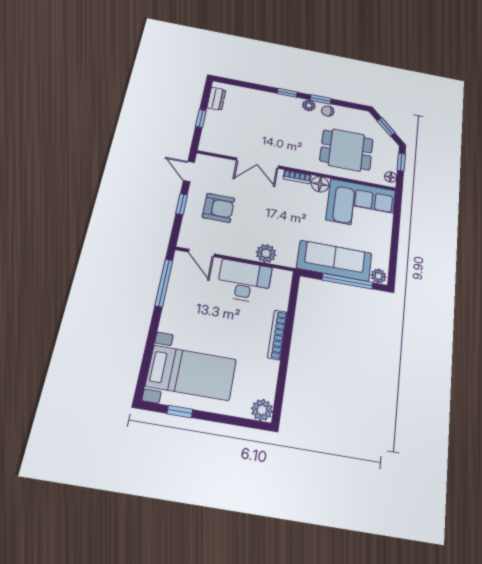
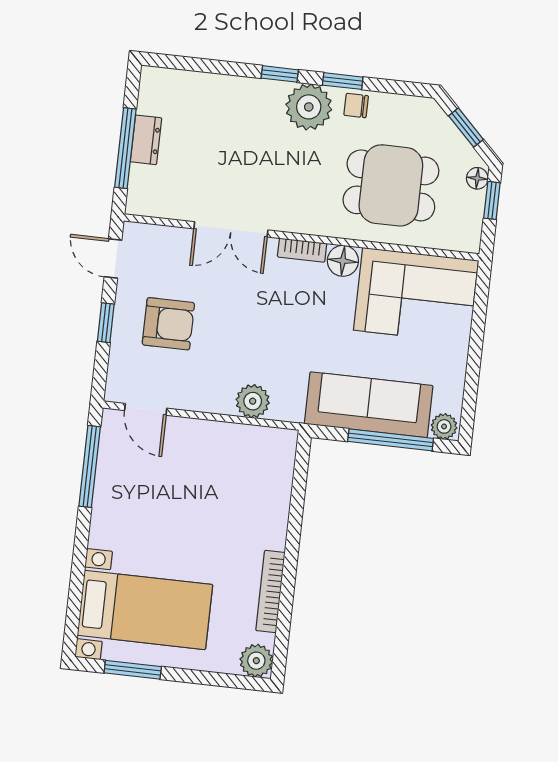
dresser: (216, 99) -> (146, 140), moved
plant: (309, 106) -> (309, 107), width x1.88, depth x1.88
window: (201, 119) -> (125, 148), width x2.17
floor lamp: (391, 177) -> (477, 178), moved
desk: (244, 281) -> (219, 454), removed
bookcase: (277, 335) -> (270, 592), moved
window: (180, 412) -> (133, 670), width x1.50

